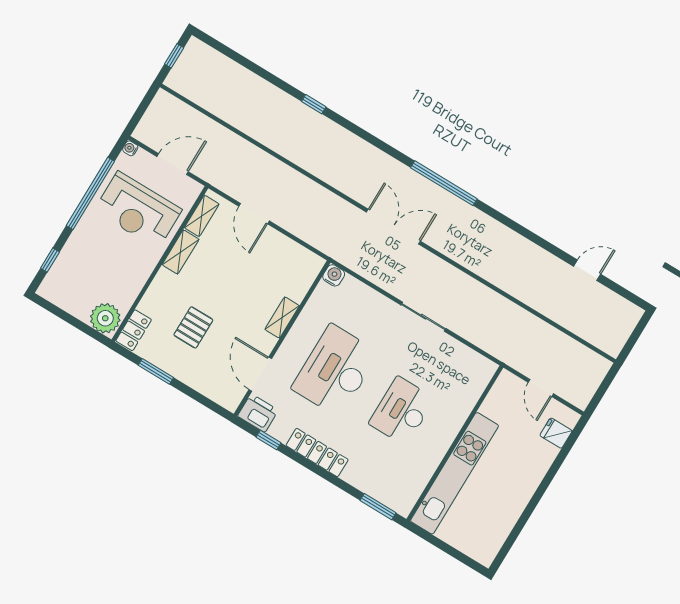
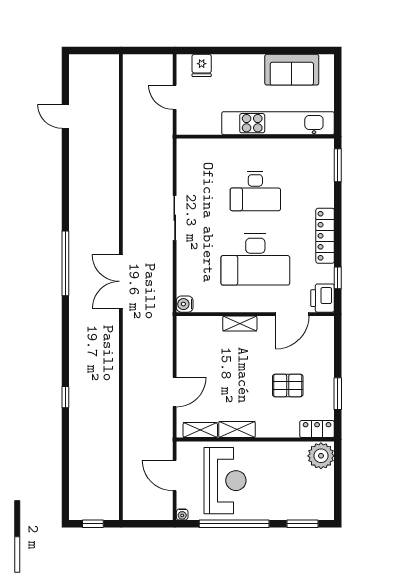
window: (50, 260) -> (303, 524), width x1.50
door: (541, 388) -> (175, 97), swing flipped
sofa: (498, 518) -> (292, 70), added

